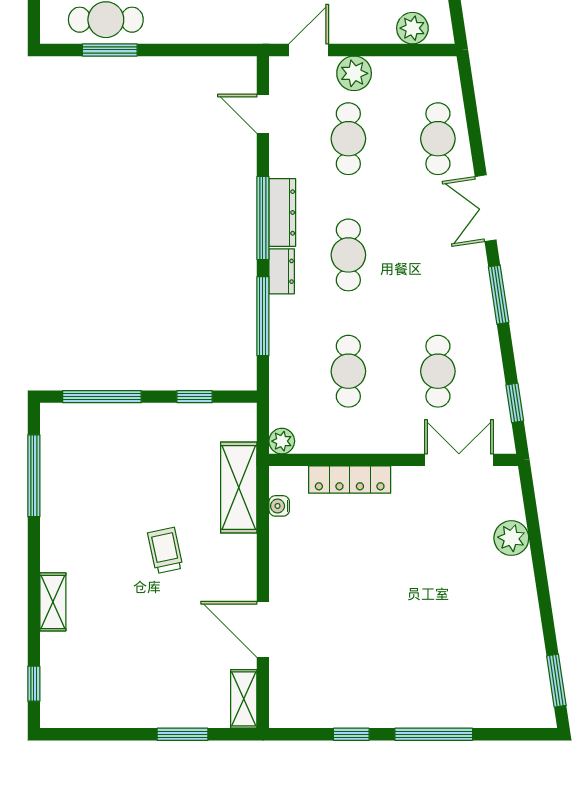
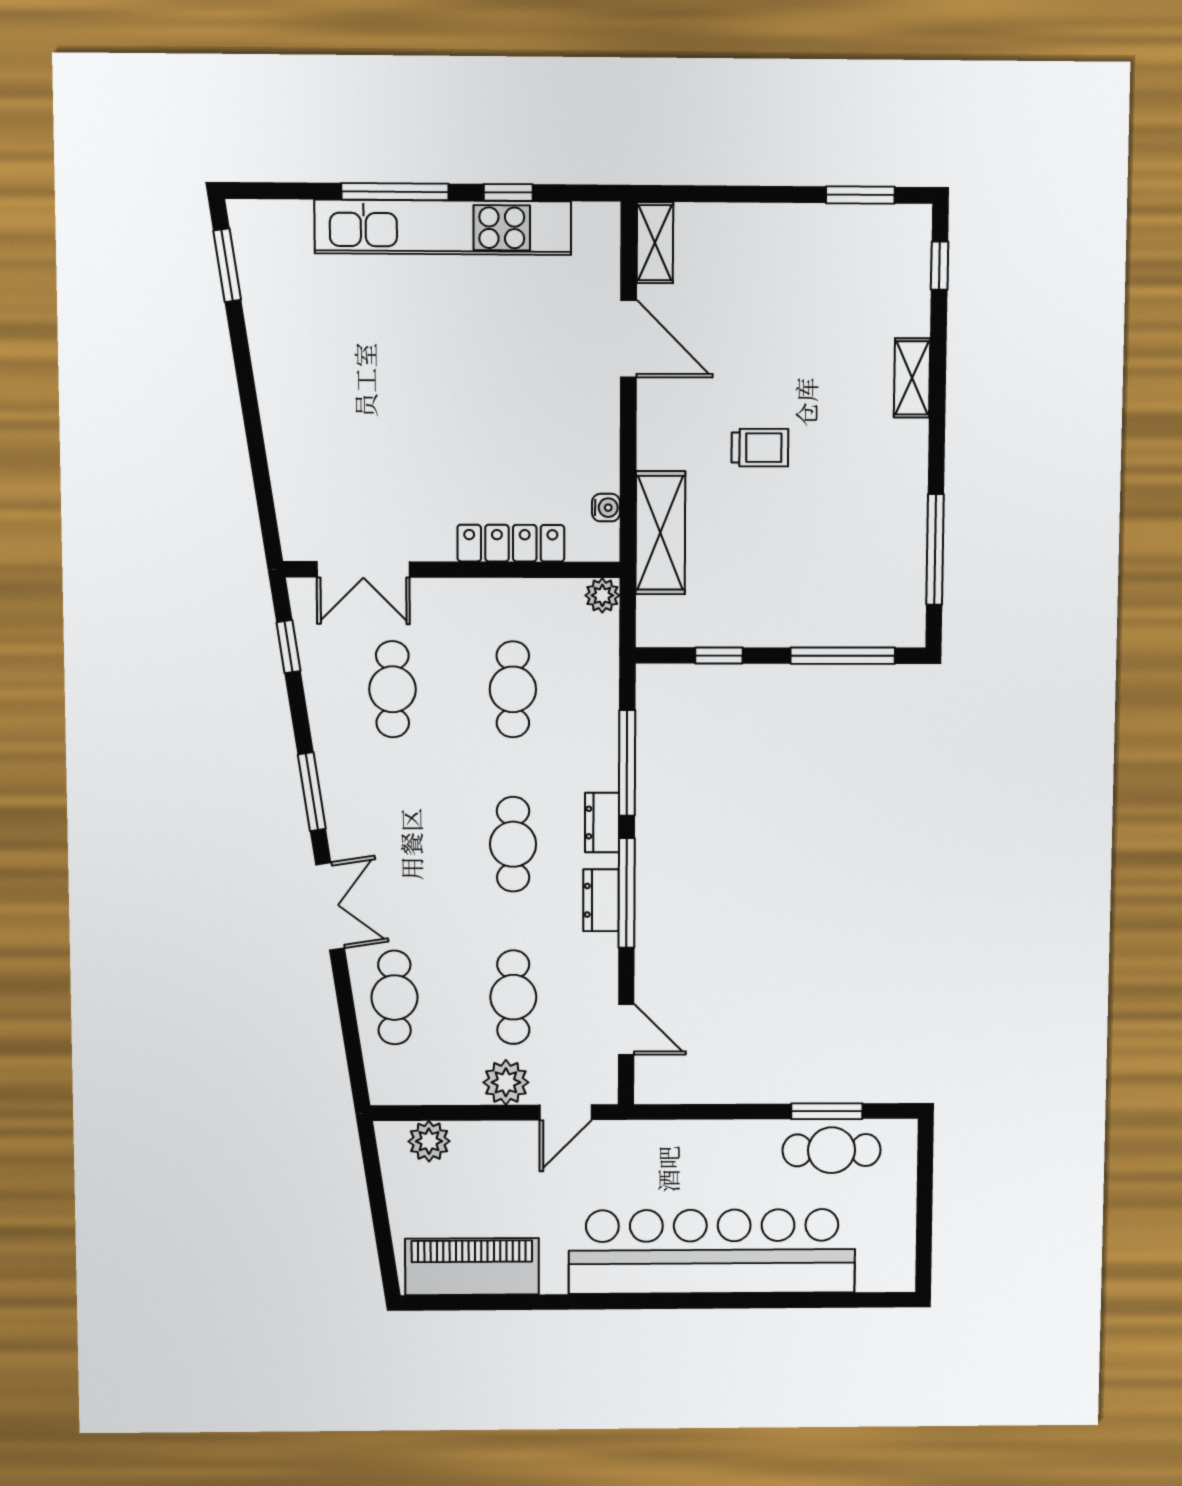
dresser: (282, 212) -> (601, 900), width x0.70
plant: (511, 538) -> (291, 463), removed
trolley: (165, 550) -> (760, 448), turned -78
kitchen unit: (399, 709) -> (443, 227), added
window: (183, 734) -> (860, 195), moved

